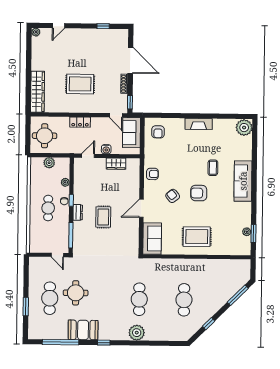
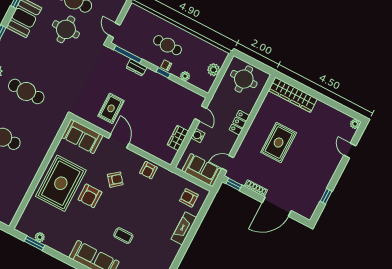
fireplace: (199, 124) -> (184, 228), moved
armchair: (199, 193) -> (90, 196), moved, turned 180
dresser: (78, 212) -> (136, 67), moved
rug: (103, 217) -> (111, 108), moved, turned 90
rug: (197, 237) -> (61, 183), width x1.37, depth x1.44
door: (57, 255) -> (114, 30), hinge flipped

